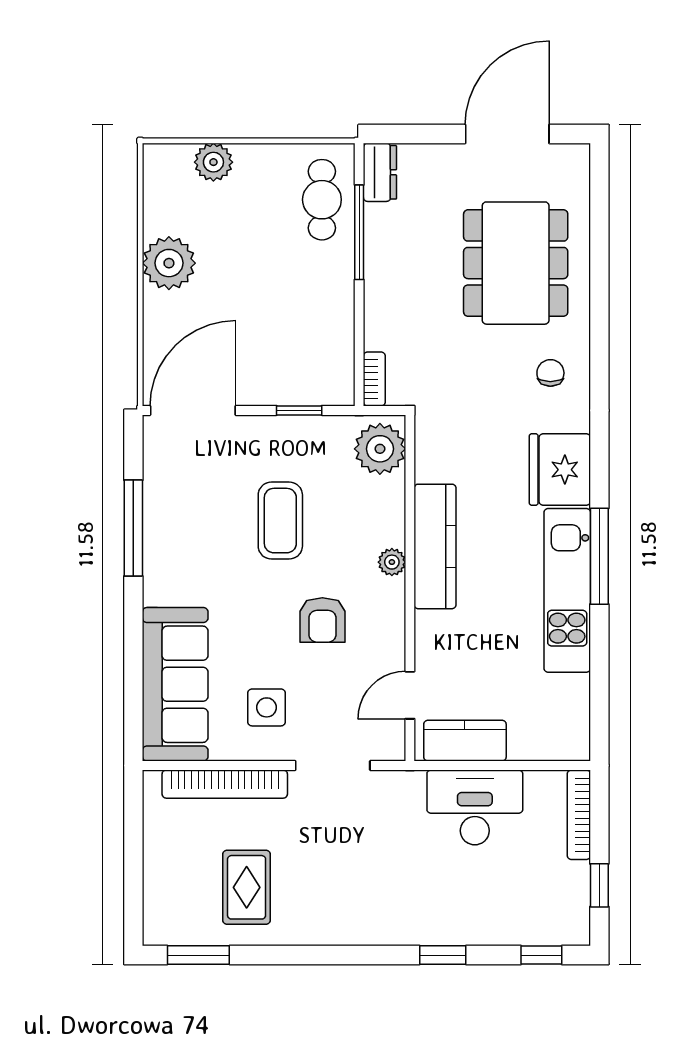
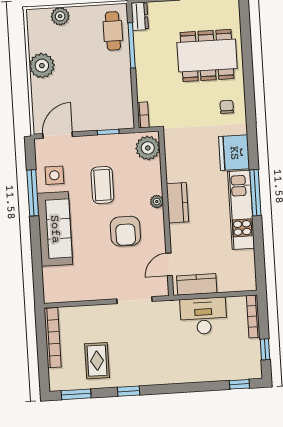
dining table: (516, 263) -> (207, 55), turned 90
door: (193, 410) -> (58, 135), width x0.73
kitchen counter: (435, 546) -> (177, 203), width x0.67
armchair: (322, 620) -> (125, 231), width x1.38, depth x1.38
sofa: (175, 684) -> (55, 229), moved
side table: (267, 707) -> (54, 175), moved
bookcase: (225, 784) -> (53, 338), moved, turned -90
window: (443, 955) -> (129, 391), moved

